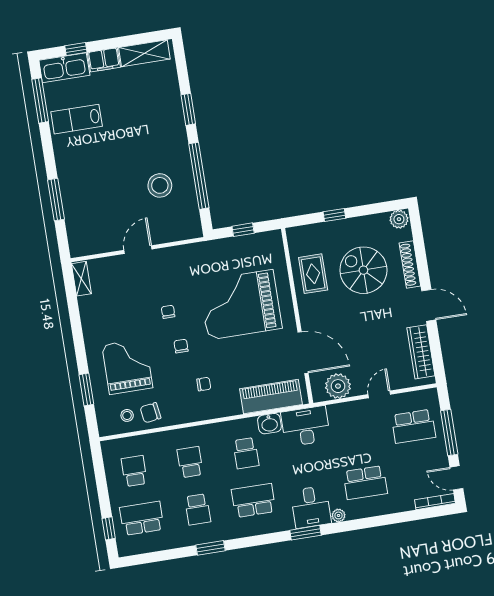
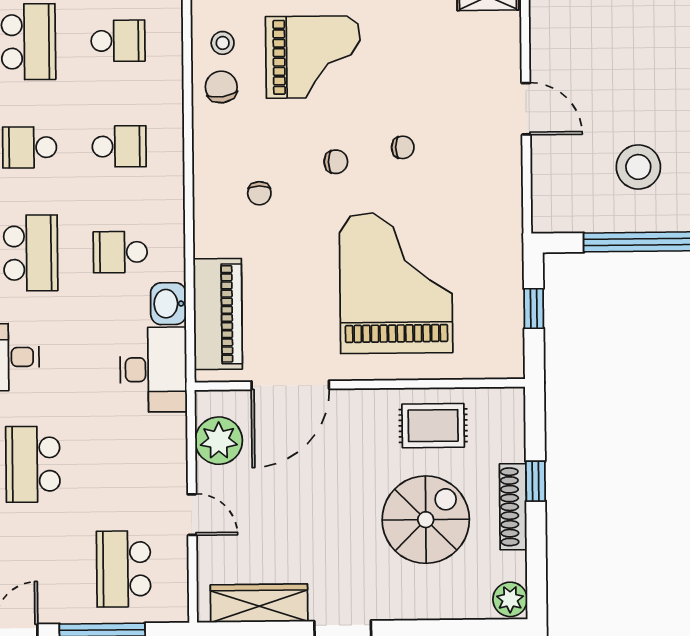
shoe rack: (410, 264) -> (513, 507), moved, turned -90

